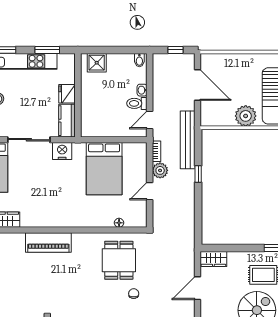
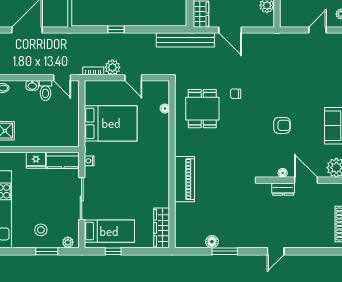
bench: (188, 140) -> (185, 40), moved
nightstand: (62, 151) -> (89, 161), width x0.53, depth x0.56
dining table: (119, 260) -> (202, 109), turned 90

